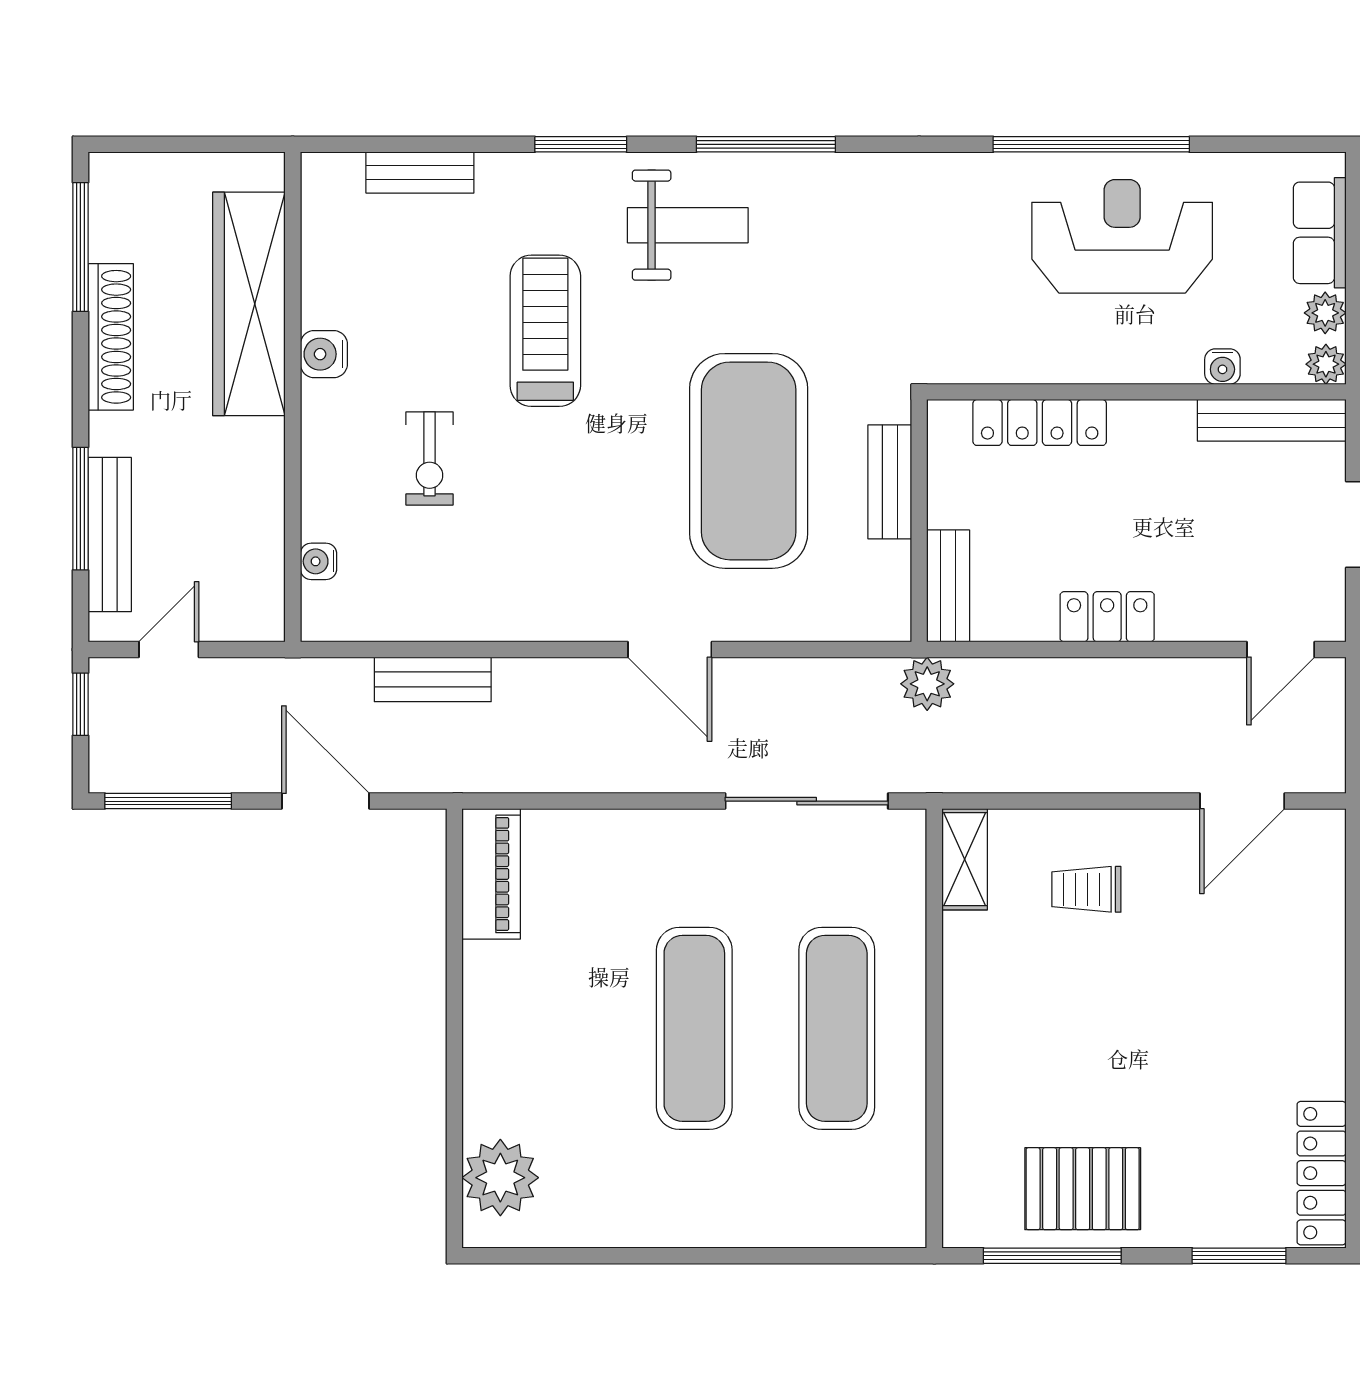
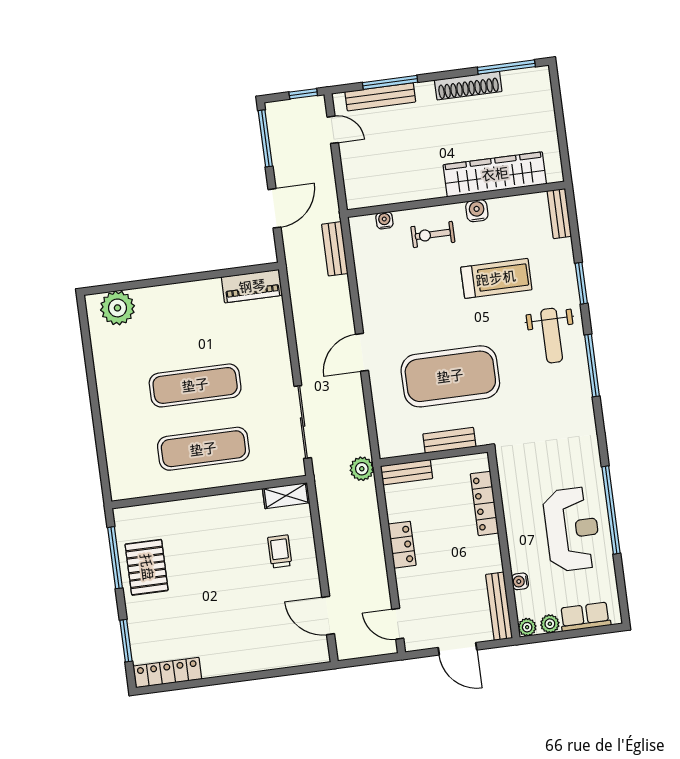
wardrobe: (249, 304) -> (495, 174), moved
water cooler: (324, 354) -> (477, 211), moved
wall: (293, 397) -> (456, 199), moved
water cooler: (318, 561) -> (384, 220), moved

